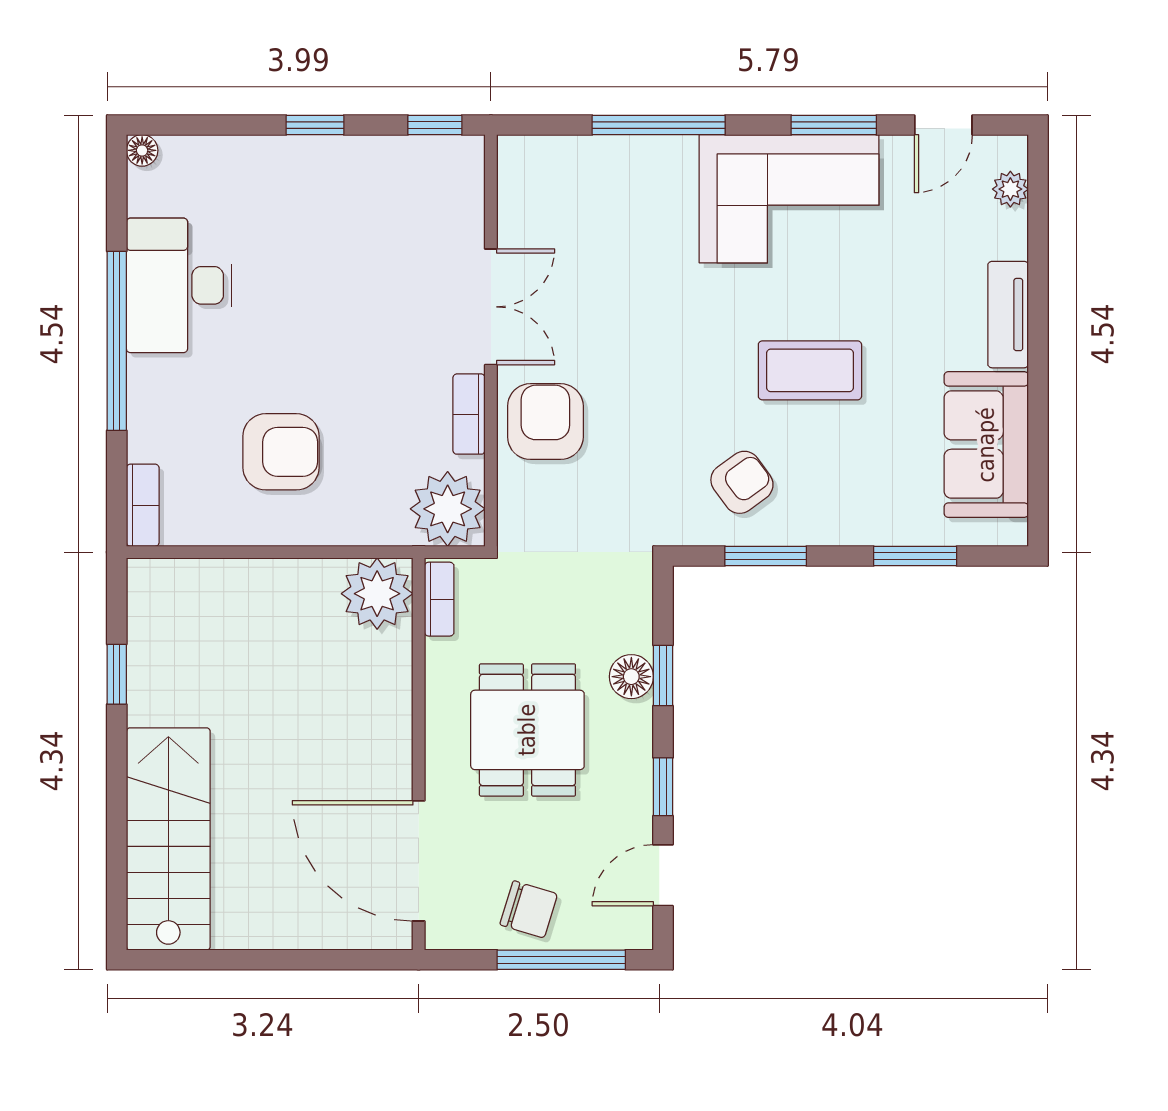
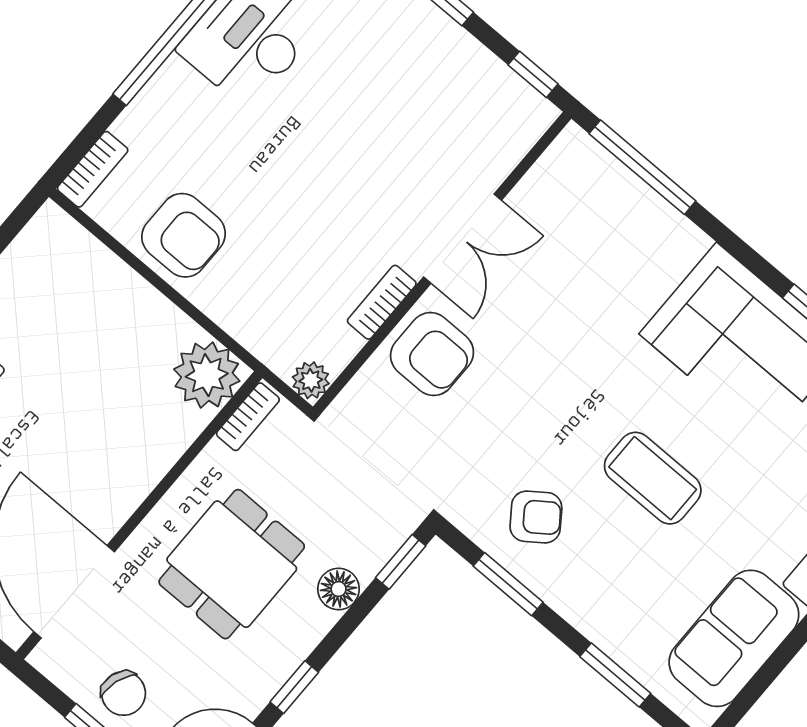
window: (659, 125) -> (642, 167), moved
armchair: (545, 422) -> (432, 354), turned 90
armchair: (281, 452) -> (184, 235), moved
plant: (448, 509) -> (311, 380), width x0.53, depth x0.53
window: (663, 676) -> (401, 562), moved

